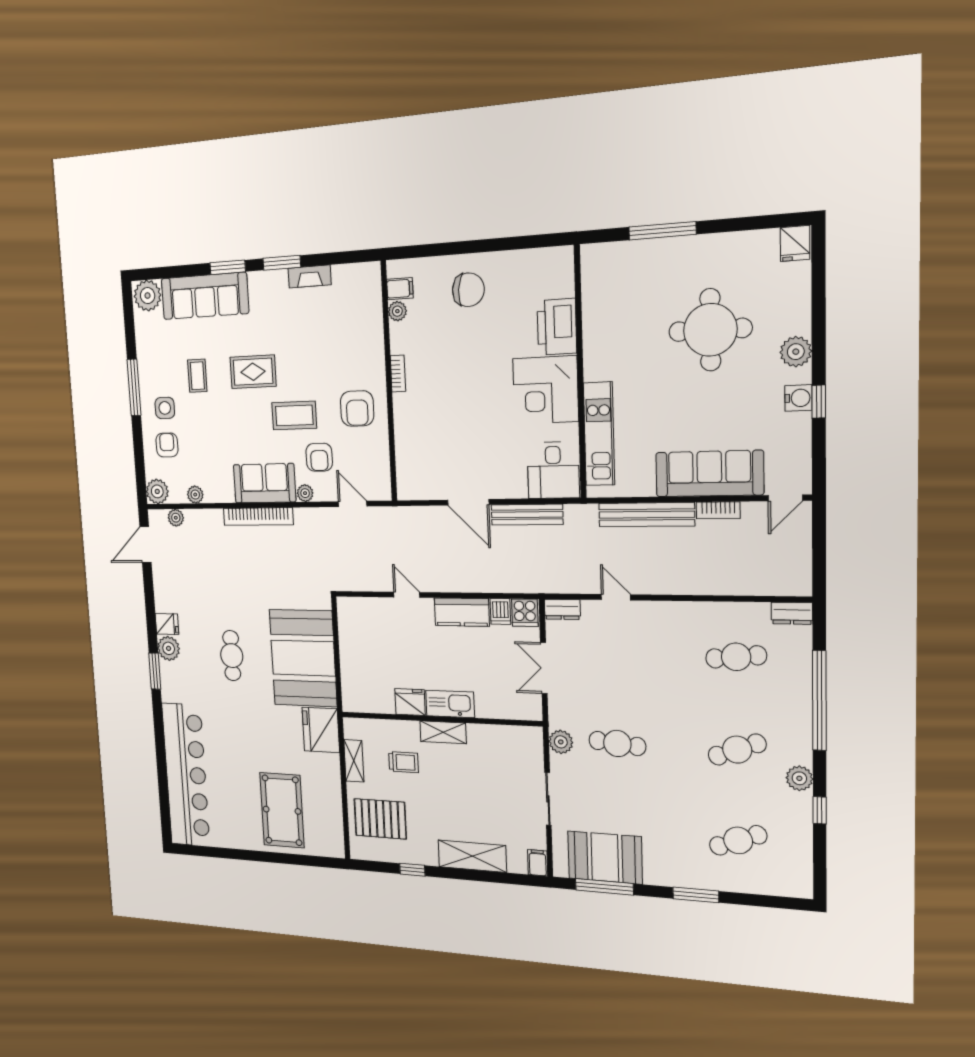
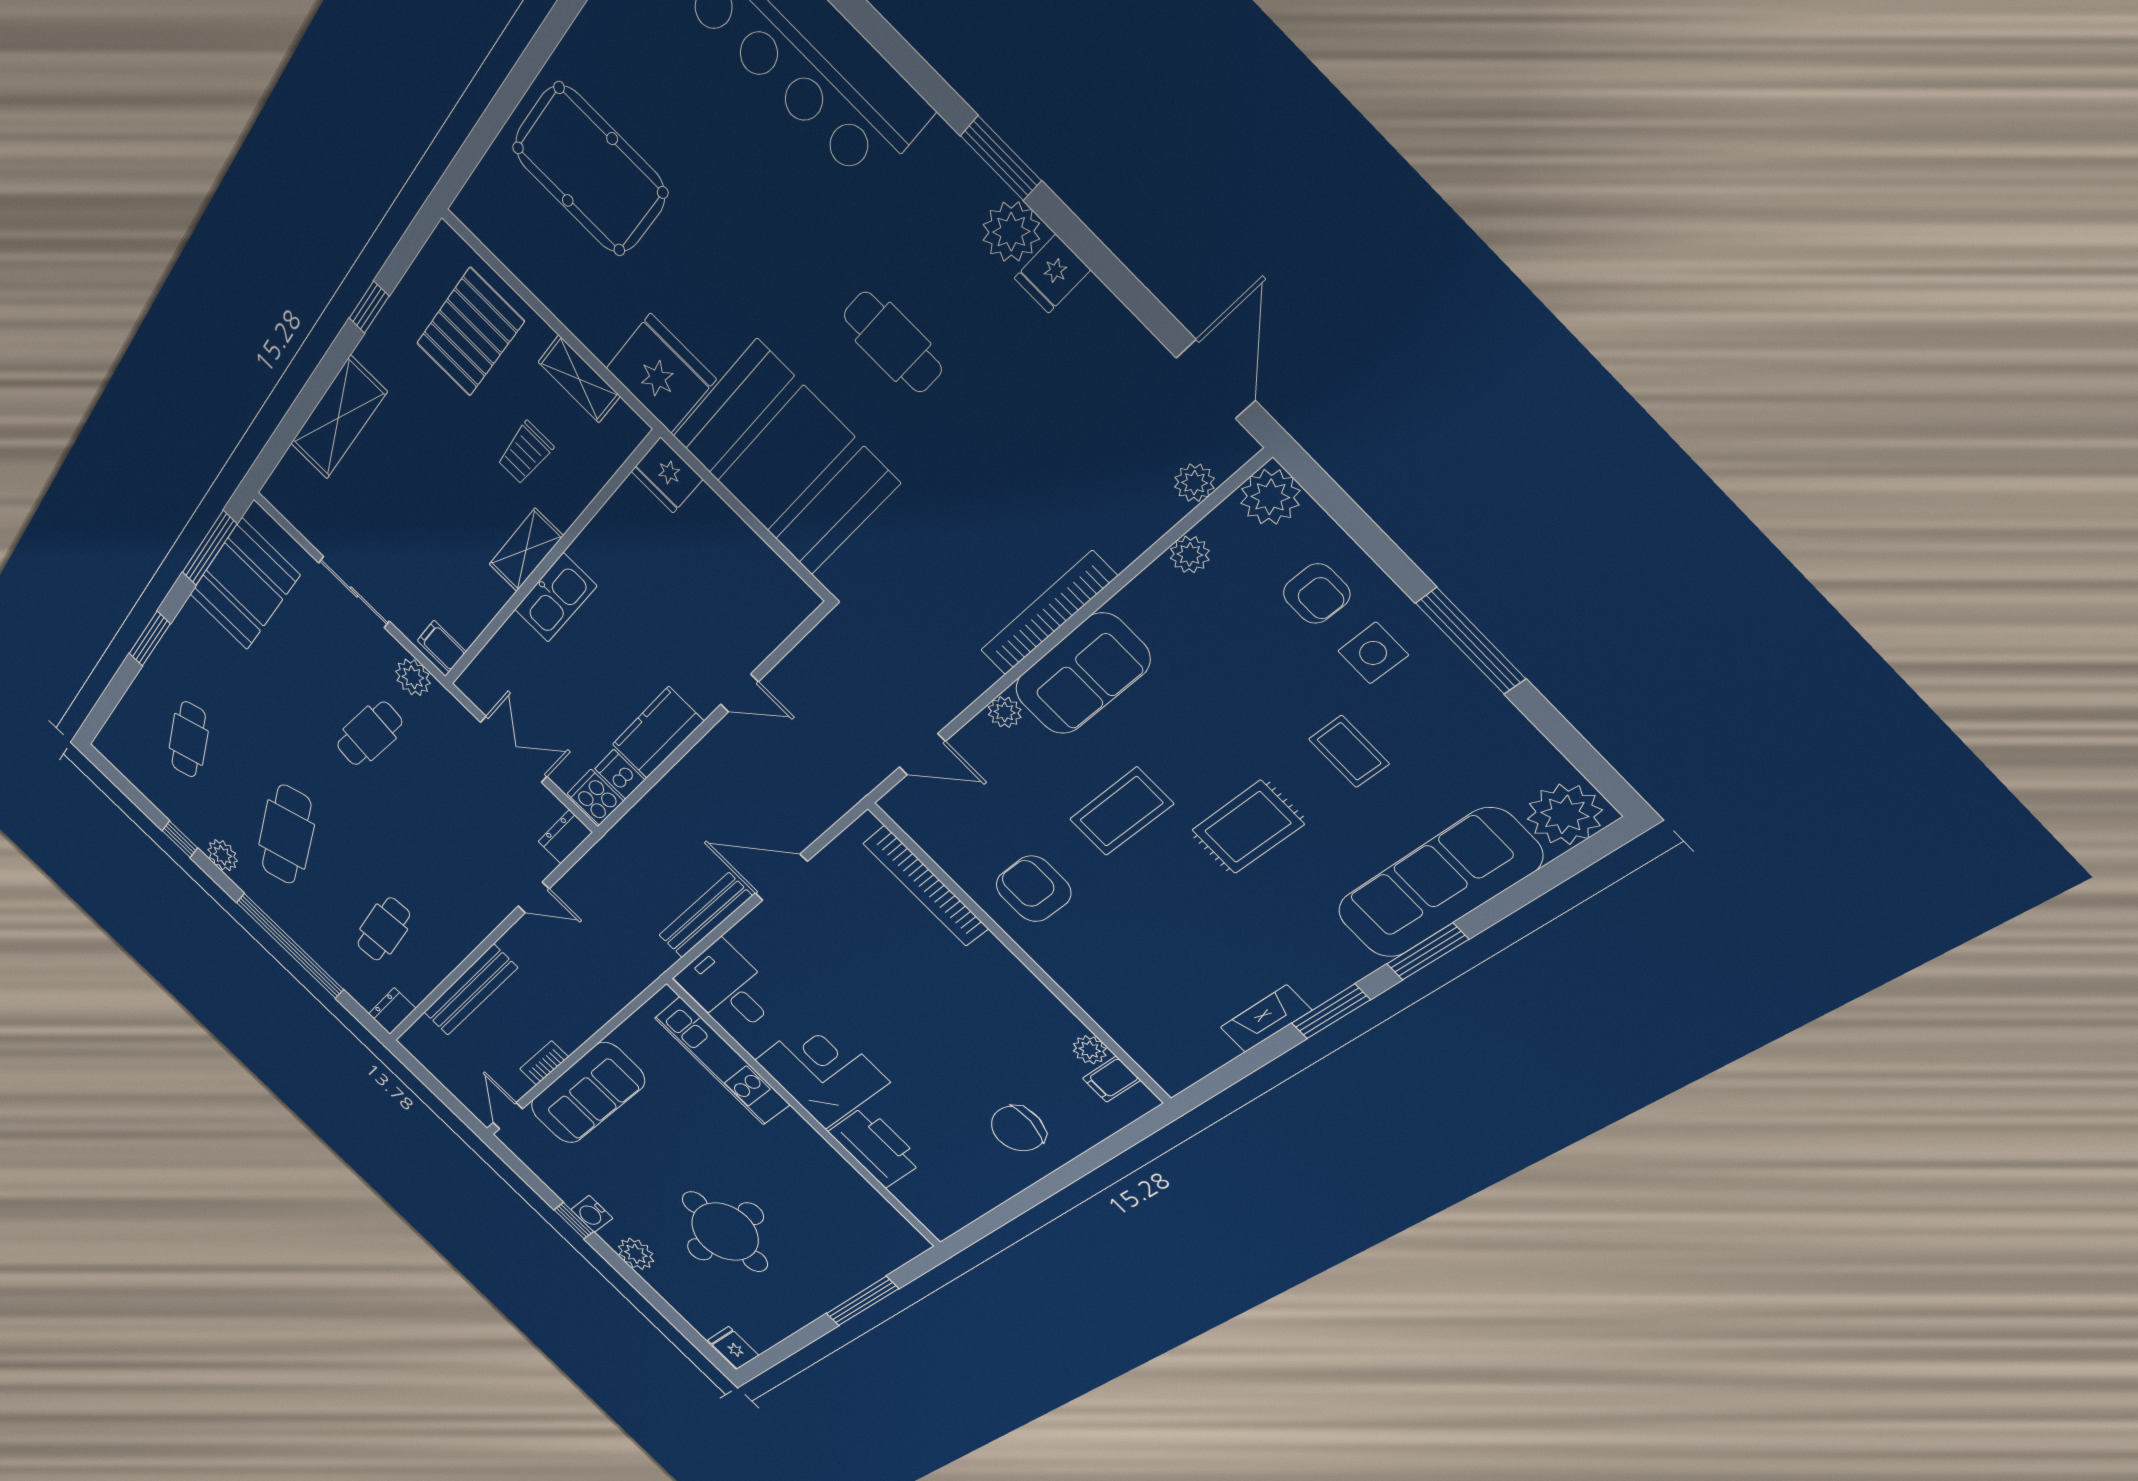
bookcase: (398, 374) -> (926, 886), moved, width x2.31, depth x1.31
armchair: (319, 457) -> (1029, 781), removed
bench: (646, 515) -> (470, 990), moved
fridge: (410, 702) -> (667, 475), moved, turned 90
cafe table: (737, 750) -> (286, 835), width x1.37, depth x1.35
filing cabinet: (538, 863) -> (442, 646), moved, turned 180

